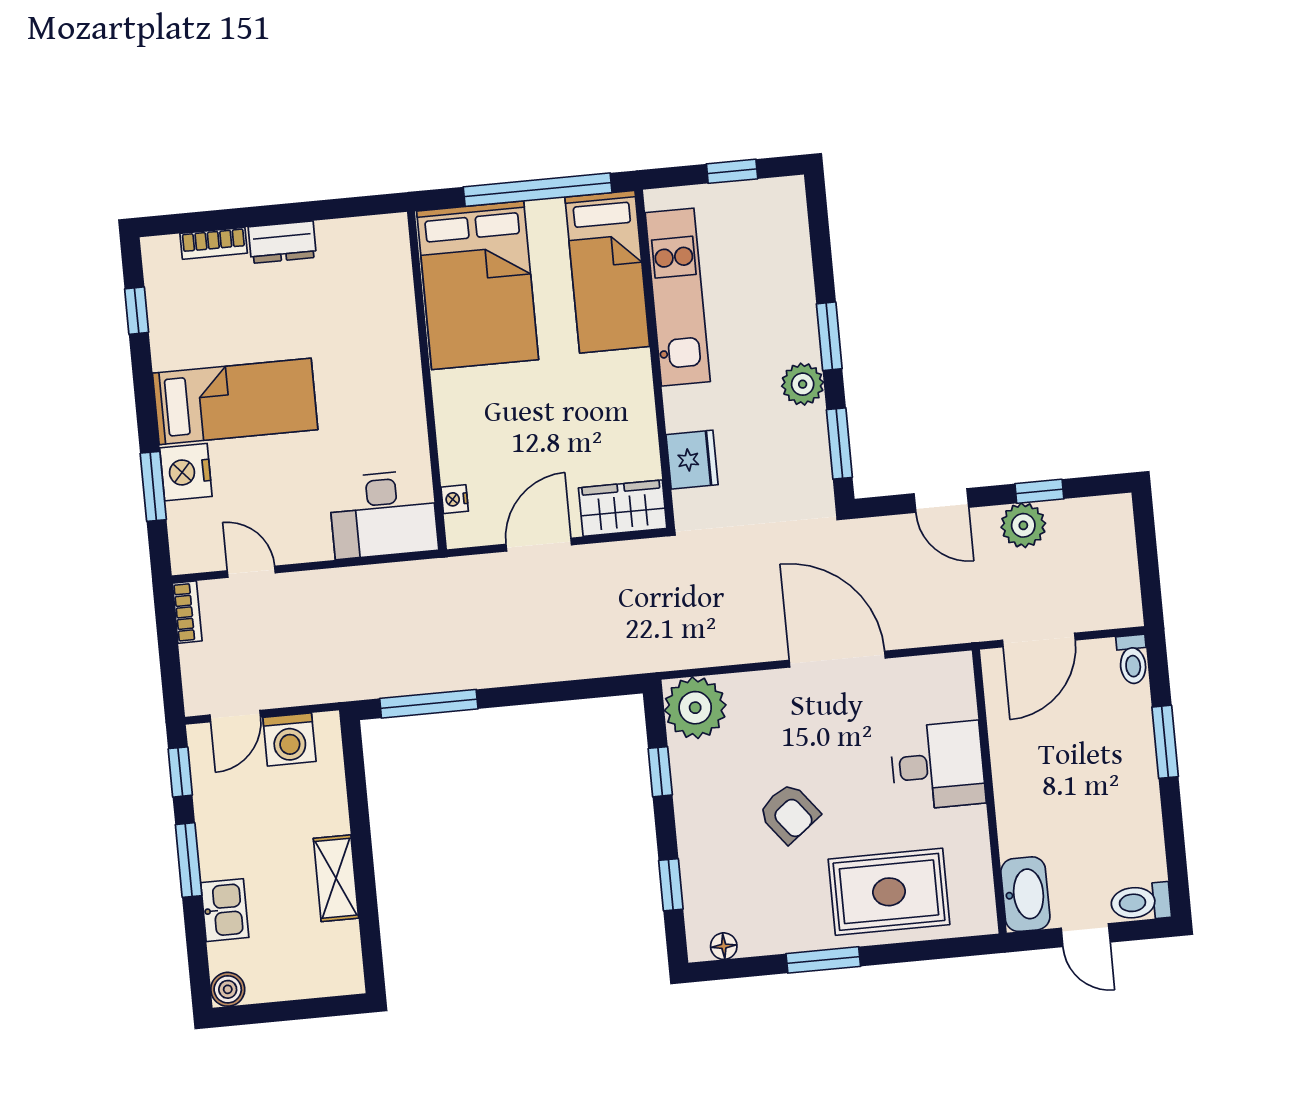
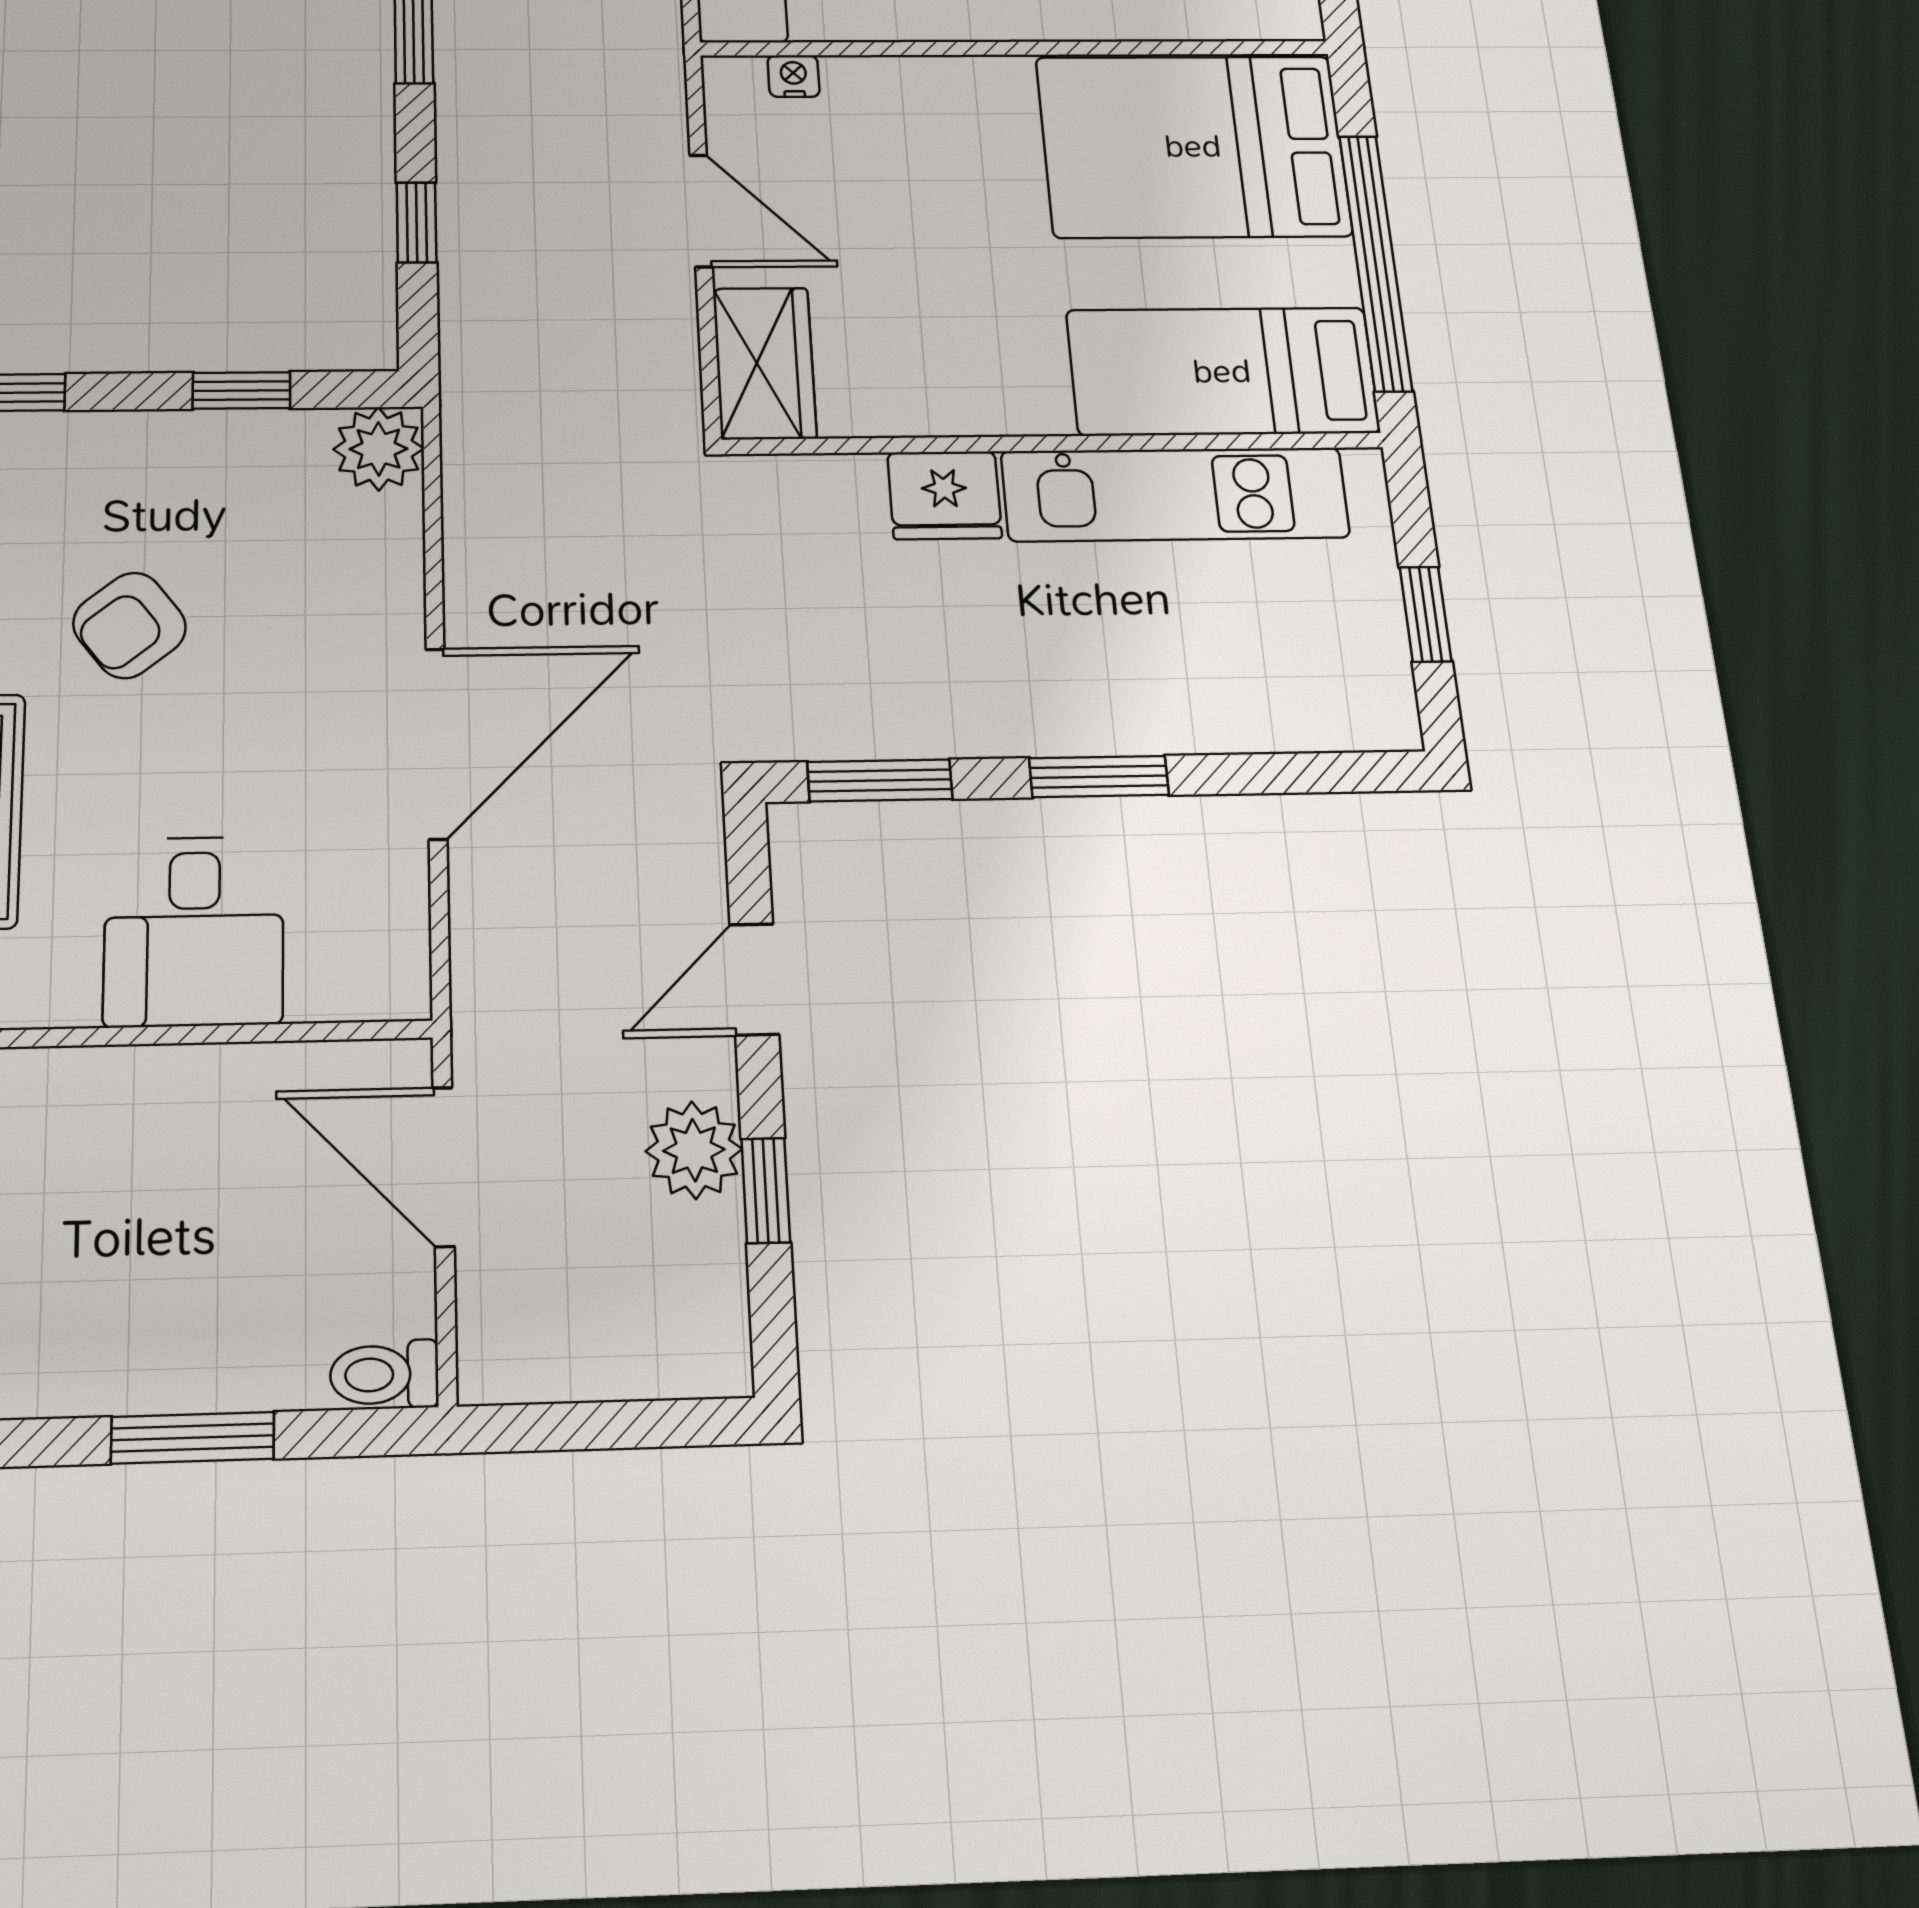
plant: (803, 384) -> (1002, 717), removed
fridge: (692, 460) -> (945, 495), moved
window: (558, 691) -> (417, 222), added
plant: (695, 708) -> (379, 449), width x0.73, depth x0.73

